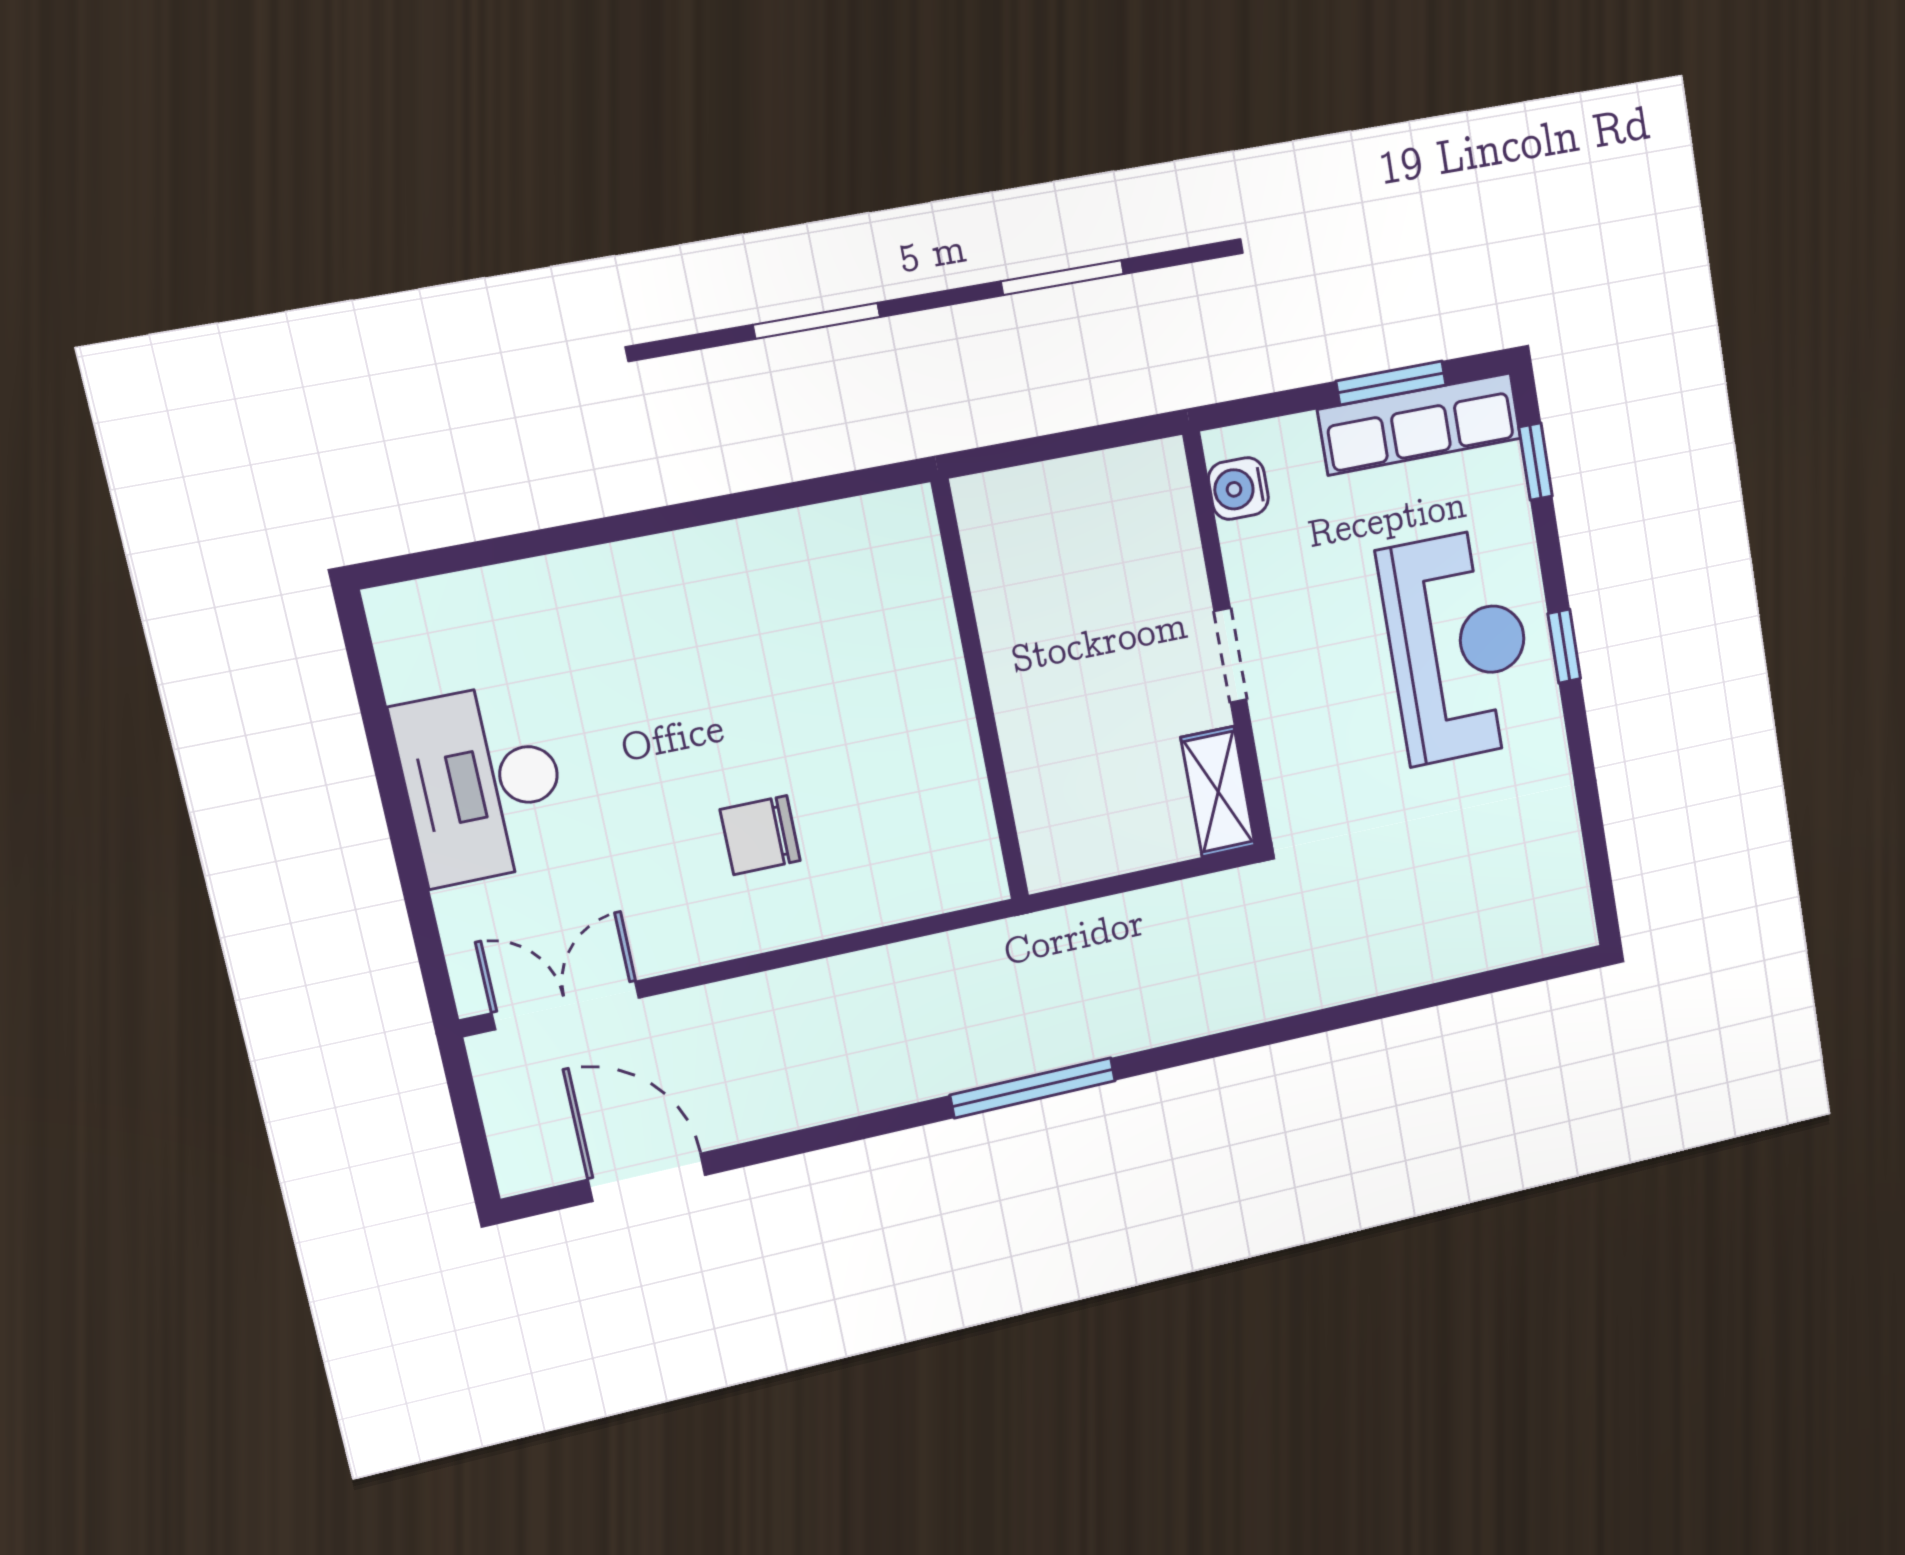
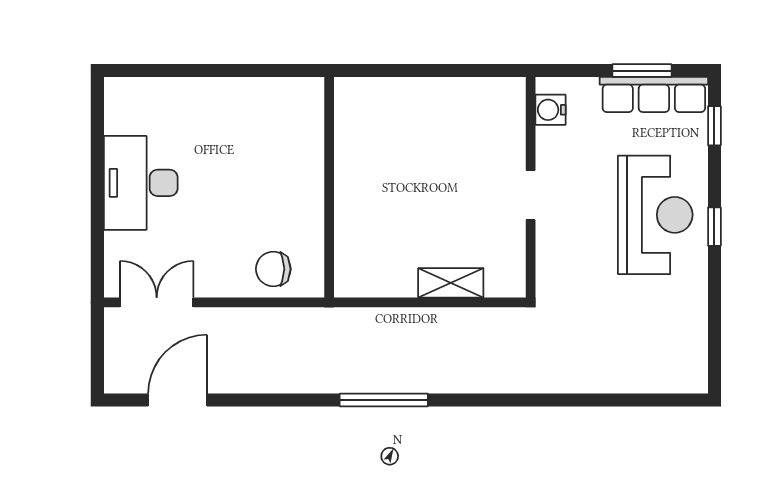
wall: (980, 691) -> (329, 187), moved
shelving: (1218, 792) -> (451, 283), moved, turned 90
chair: (760, 835) -> (273, 269), moved
door: (647, 1177) -> (178, 400), hinge flipped

